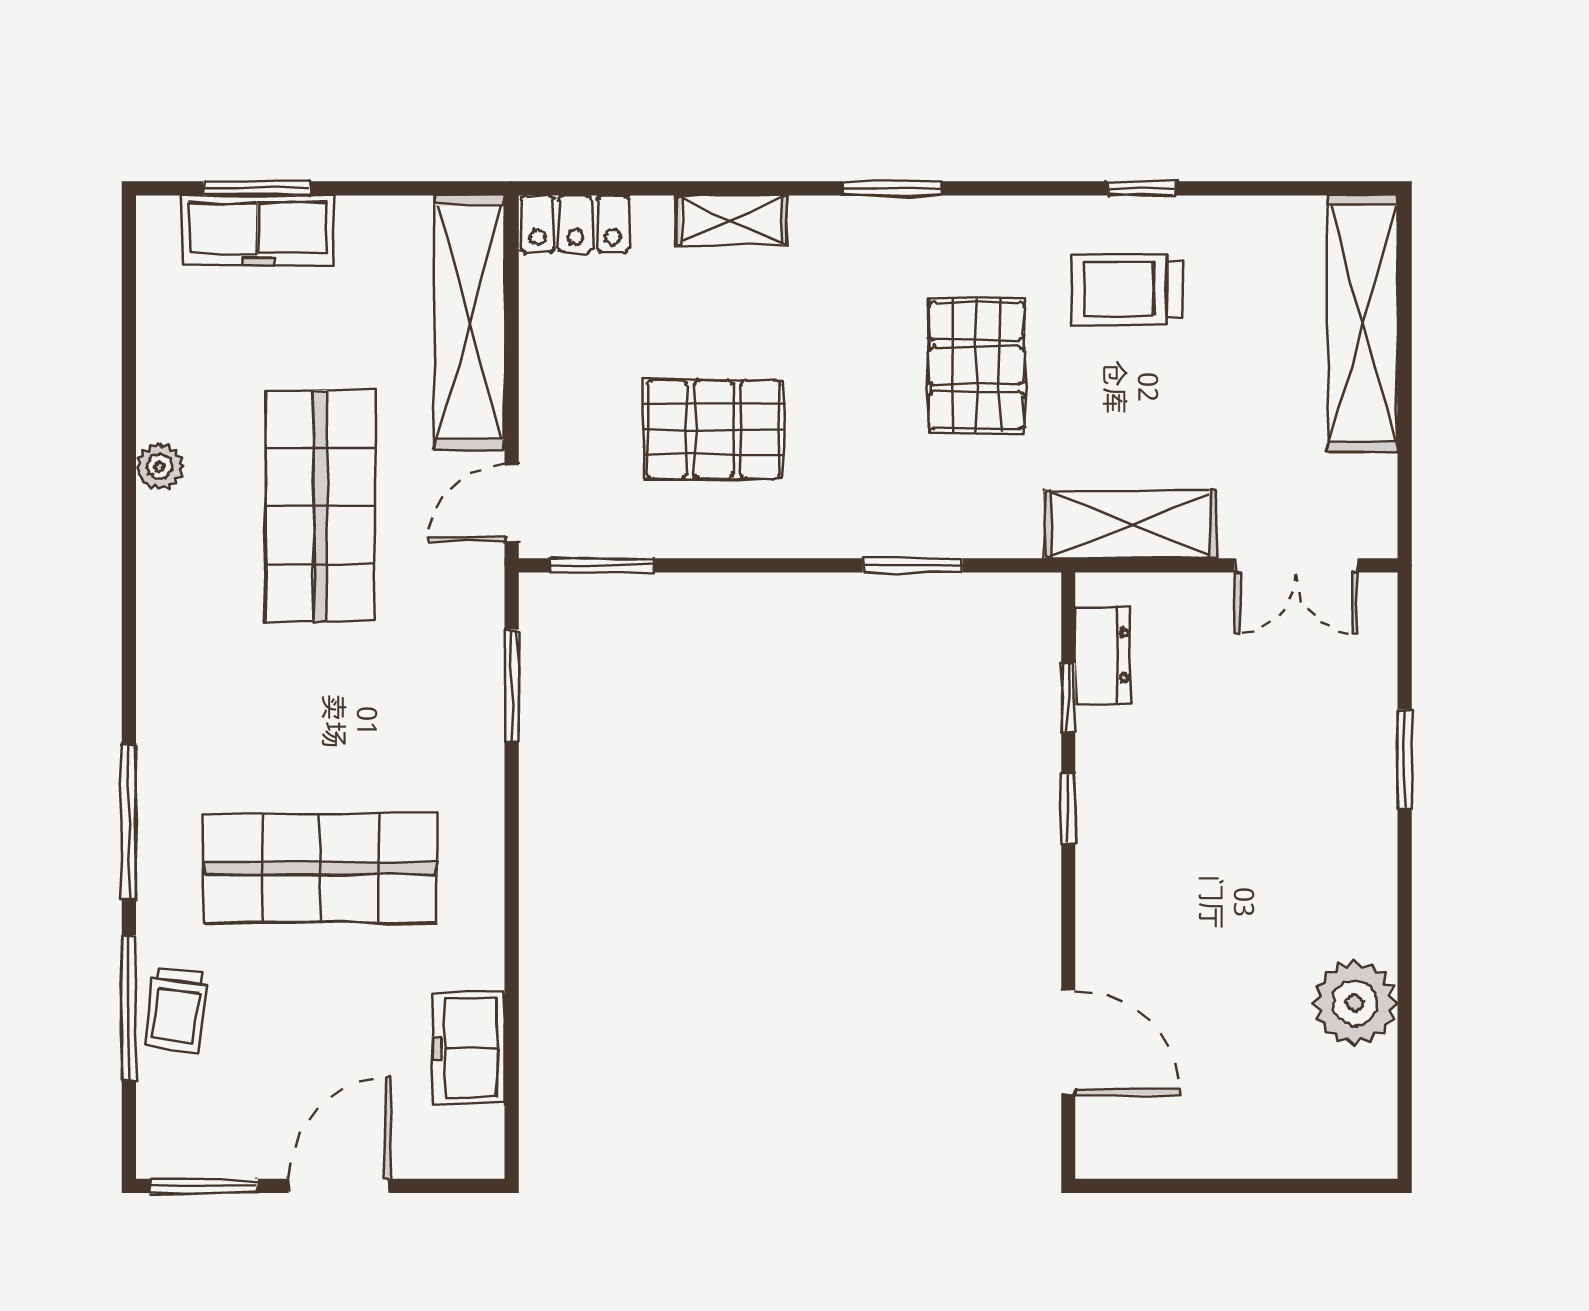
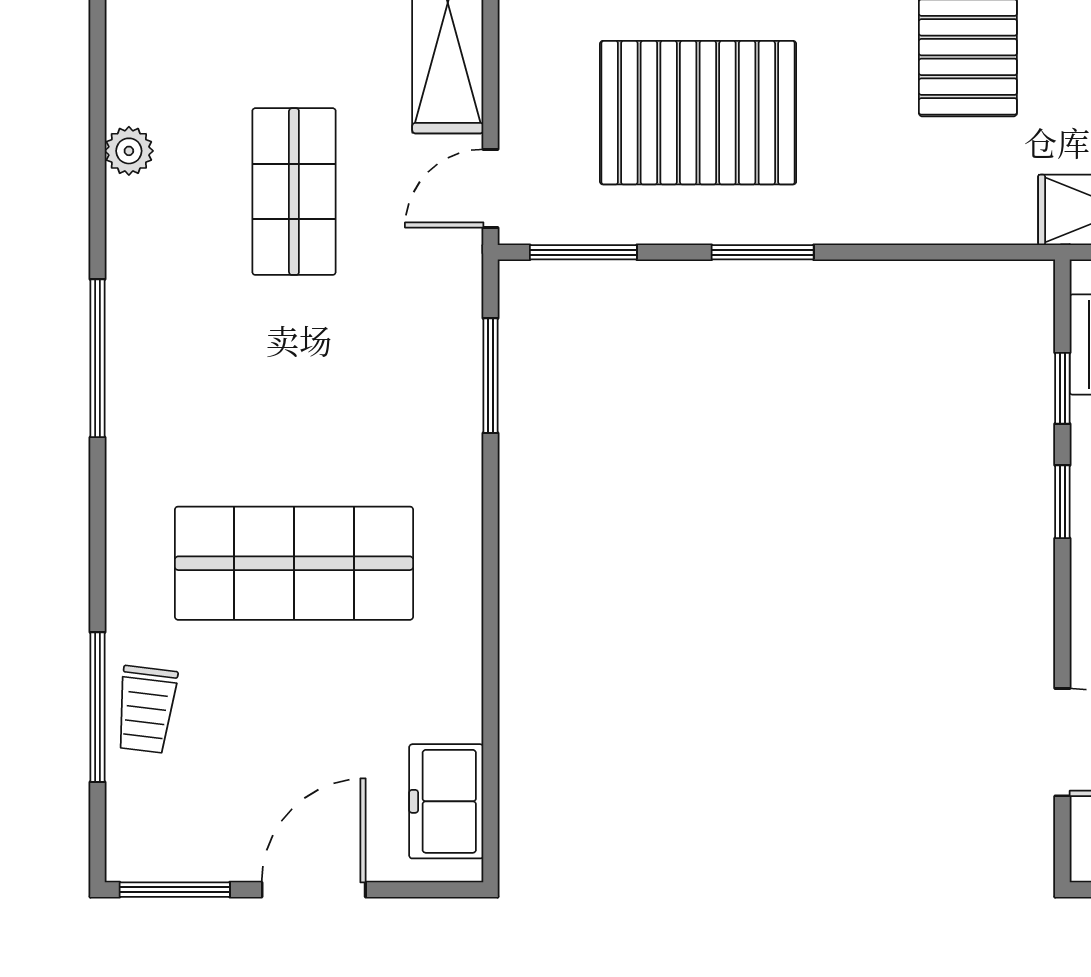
pallet: (714, 429) -> (698, 113), width x1.37, depth x1.41
shop shelf: (320, 506) -> (294, 192), width x0.70, depth x0.74
window: (913, 565) -> (763, 252), moved
window: (129, 822) -> (97, 358), moved
freezer: (468, 1048) -> (446, 801), moved

